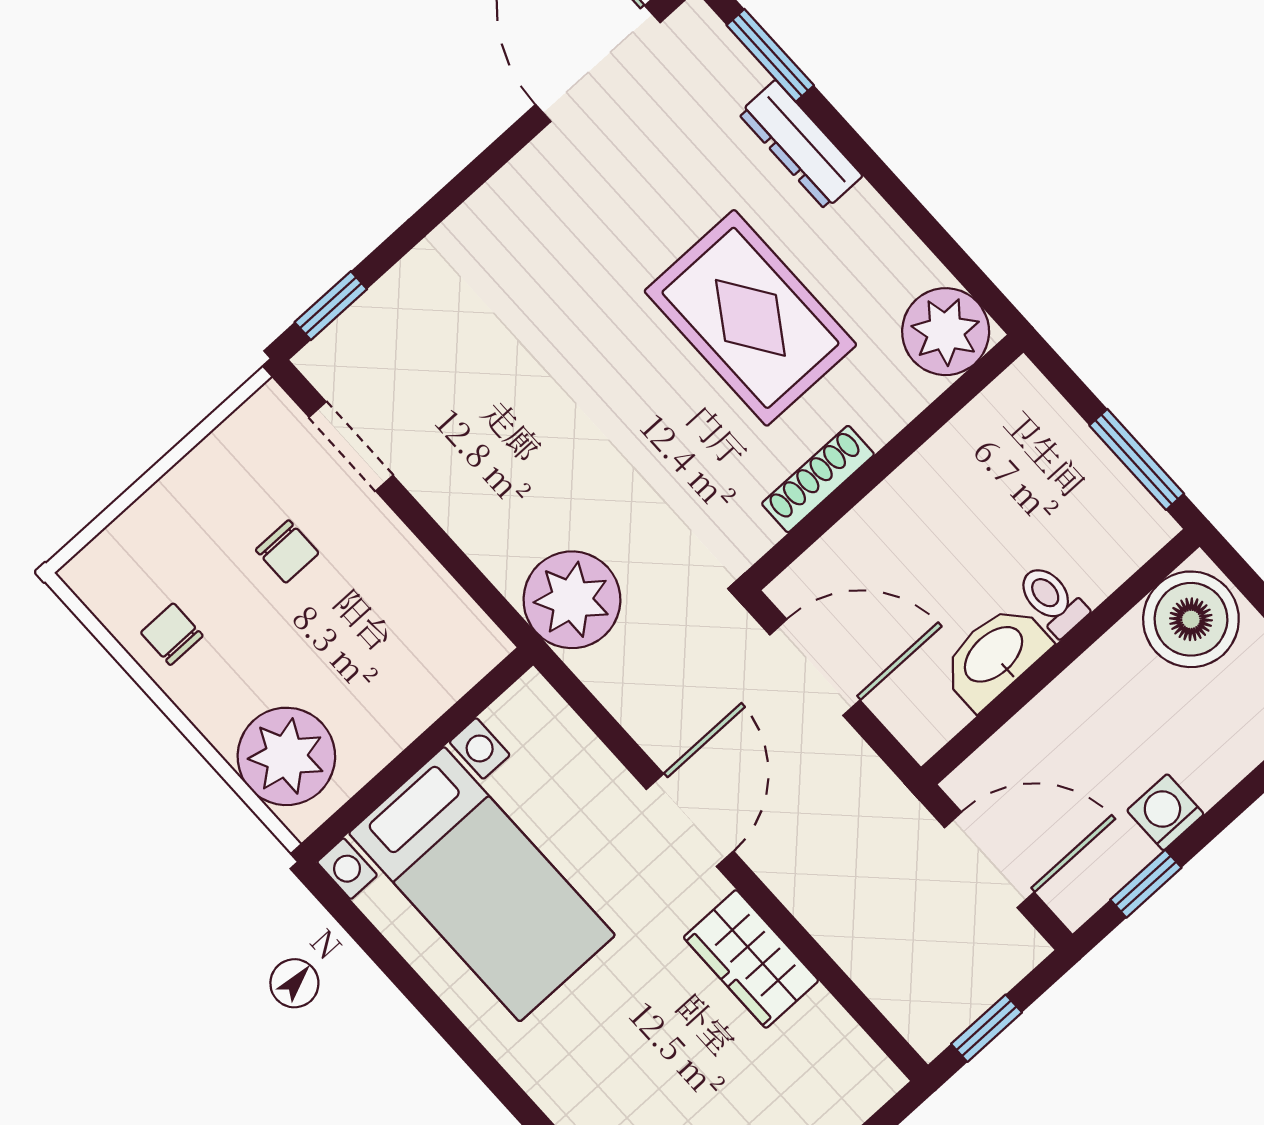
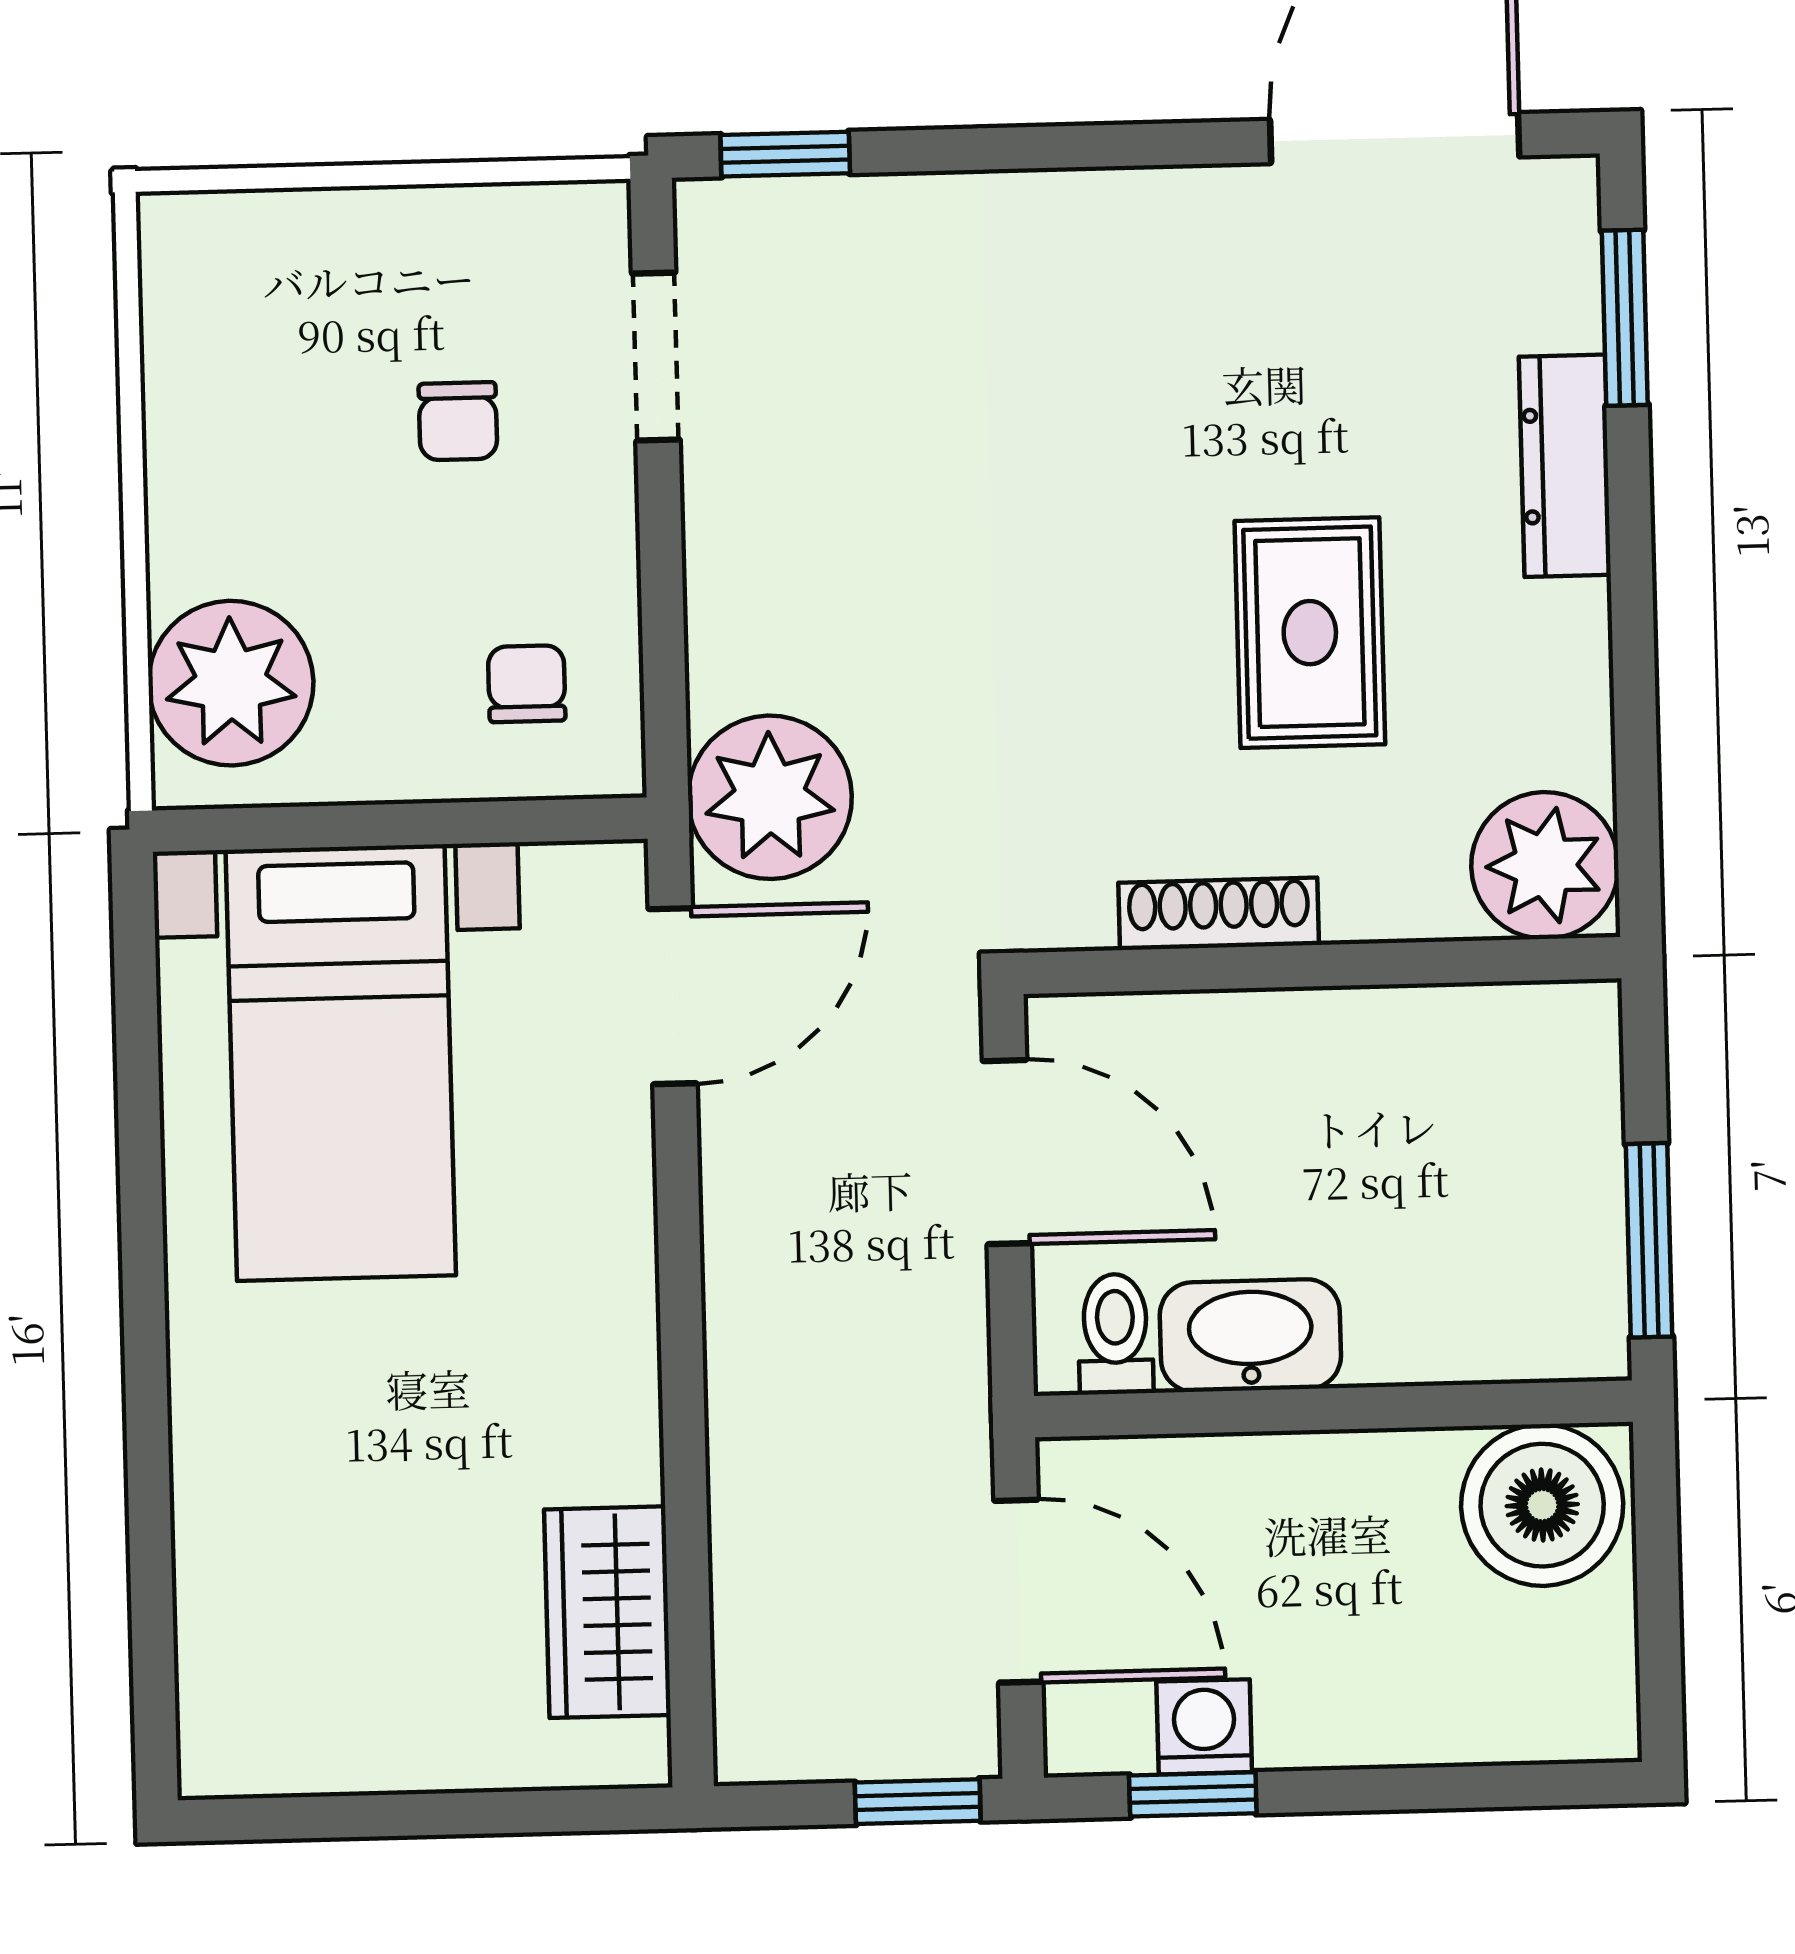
rug: (750, 318) -> (1310, 633), width x0.73, depth x0.70
toilet: (1052, 600) -> (1115, 1334), moved
chair: (172, 634) -> (527, 684), moved
washing machine: (1165, 812) -> (1204, 1727), moved
door: (690, 820) -> (673, 996), moved
wardrobe: (751, 959) -> (607, 1612), moved
window: (986, 1028) -> (918, 1802), moved

